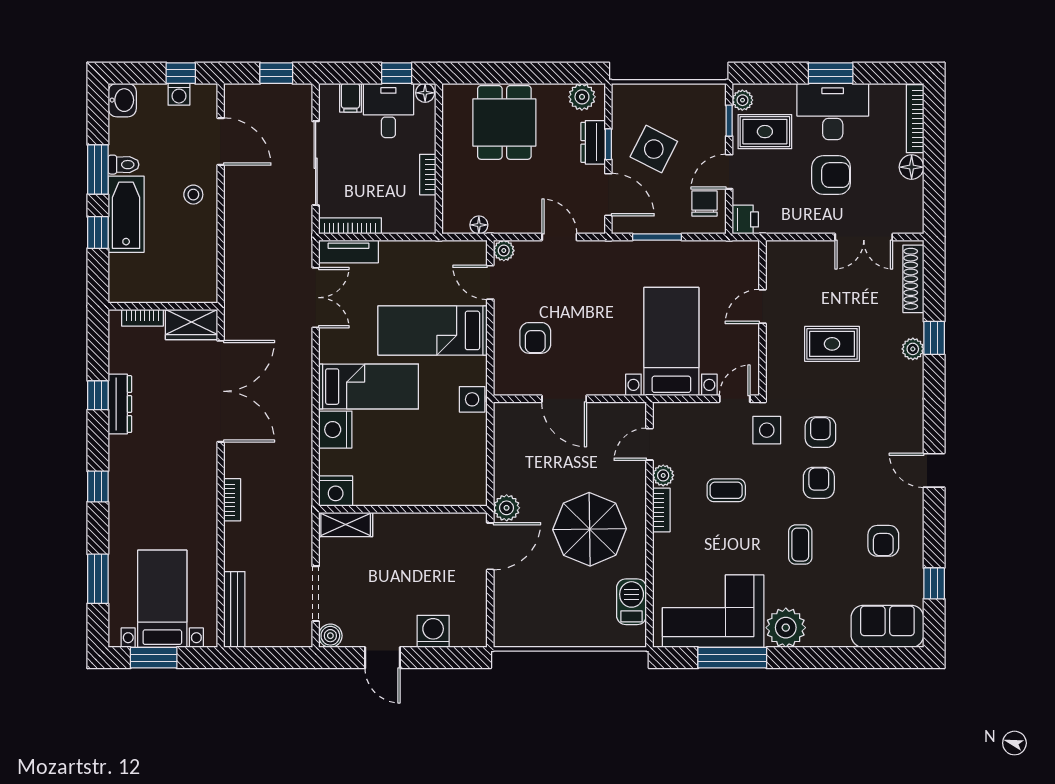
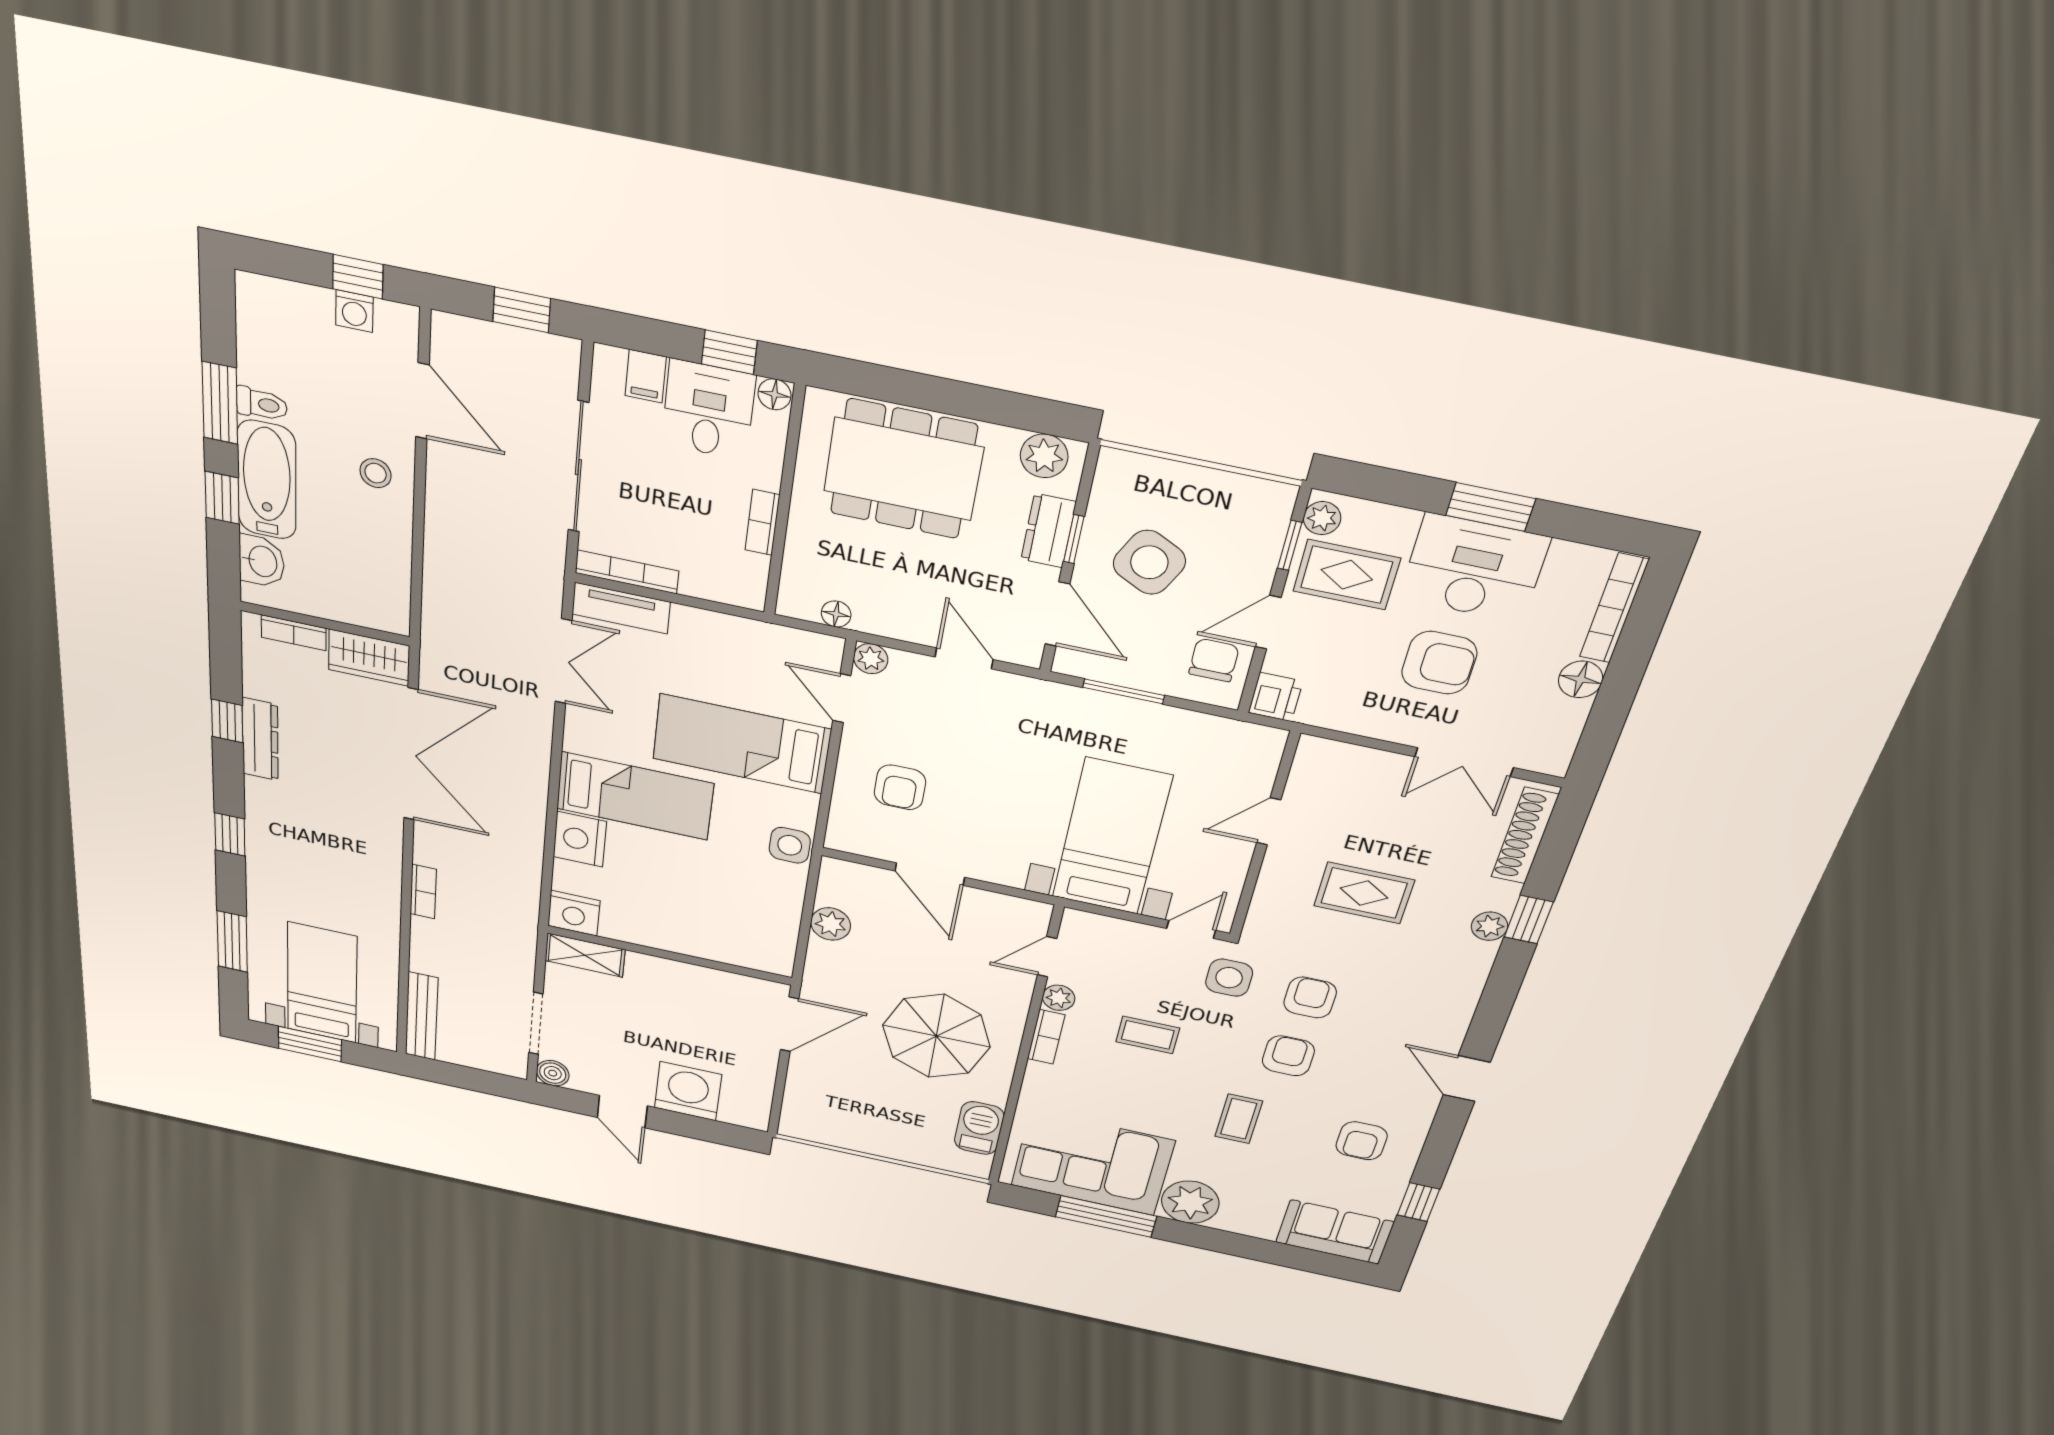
washbasin: (122, 100) -> (262, 561), moved
dining table: (504, 122) -> (903, 469), width x1.38
plant: (507, 508) -> (831, 924), moved
washing machine: (433, 631) -> (688, 1091), width x1.37, depth x1.37

